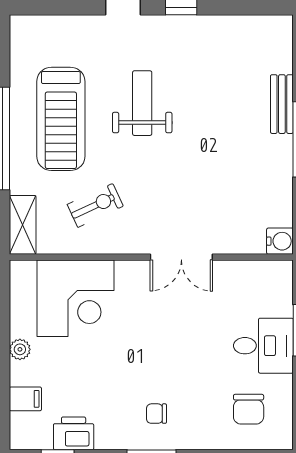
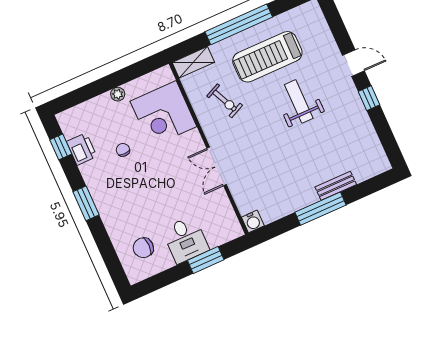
weight bench: (142, 103) -> (299, 101), turned -90
filing cabinet: (25, 399) -> (89, 111), removed
chair: (156, 414) -> (123, 150), moved

